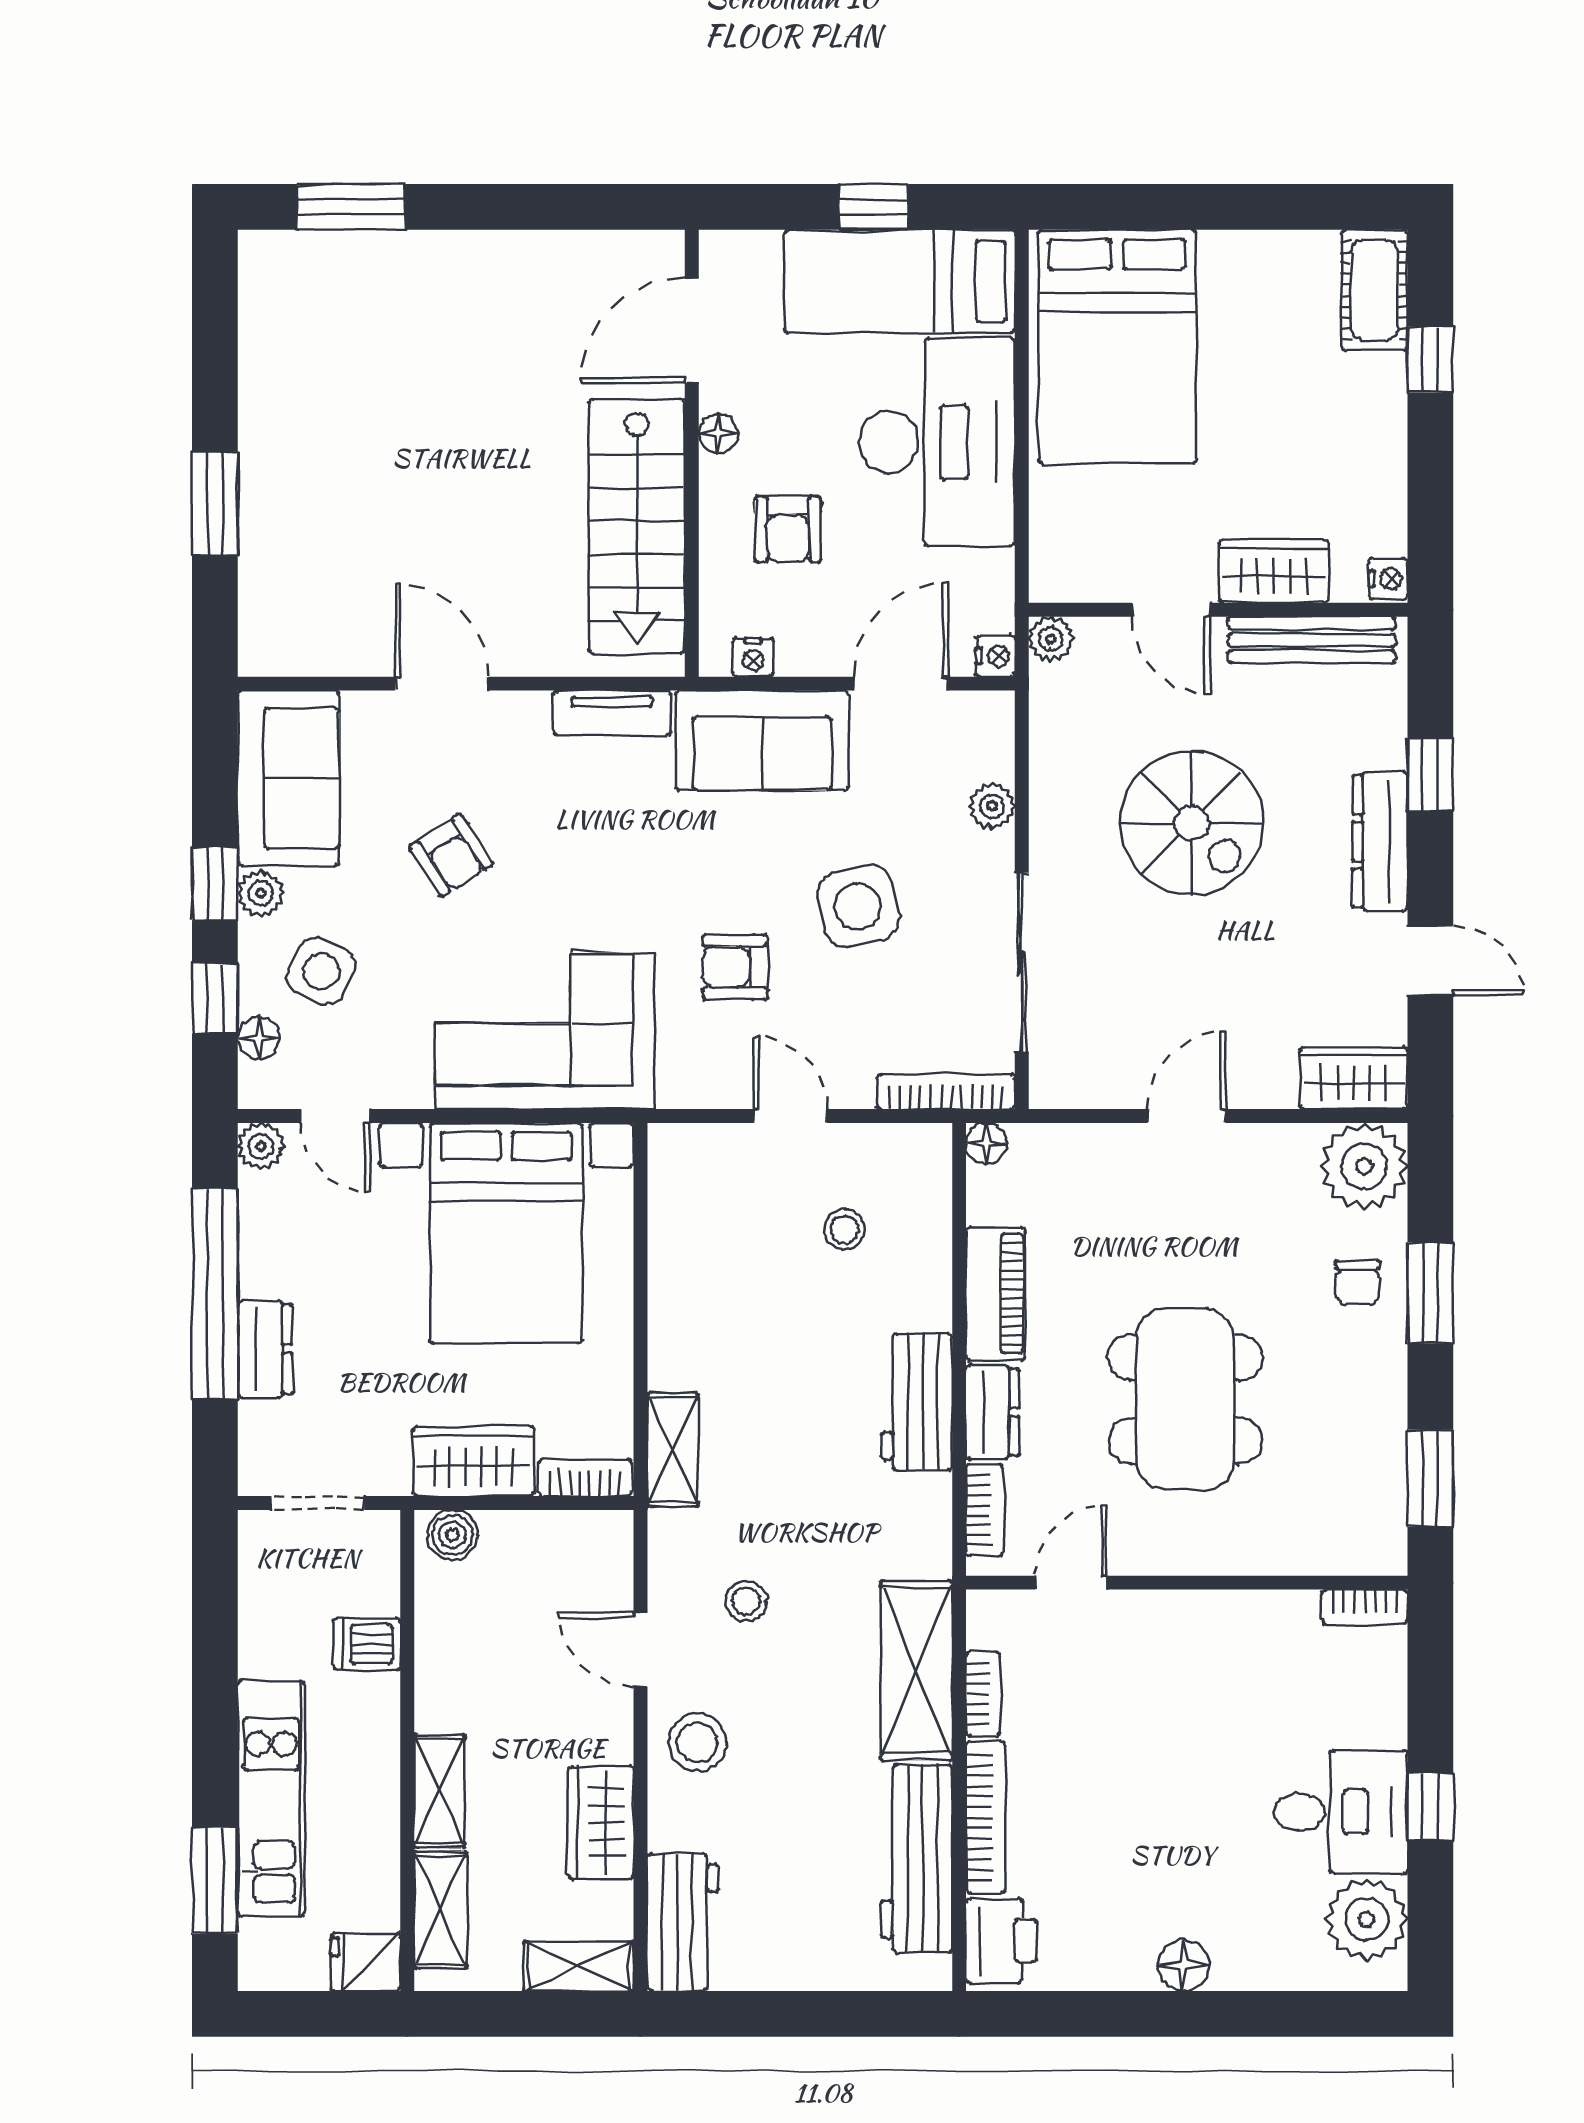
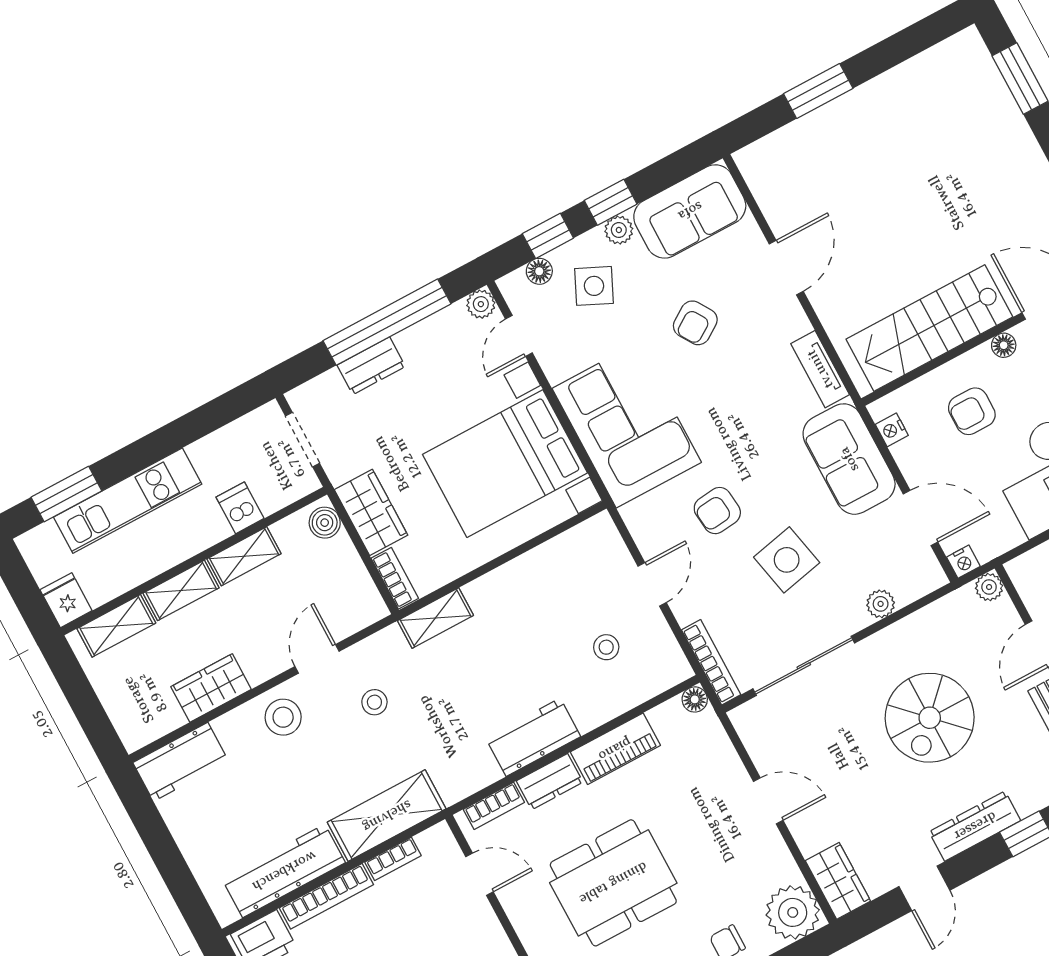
armchair: (735, 967) -> (717, 511), turned -96
shelving: (579, 1966) -> (244, 556), moved, turned 90

